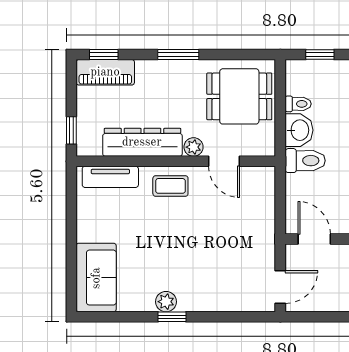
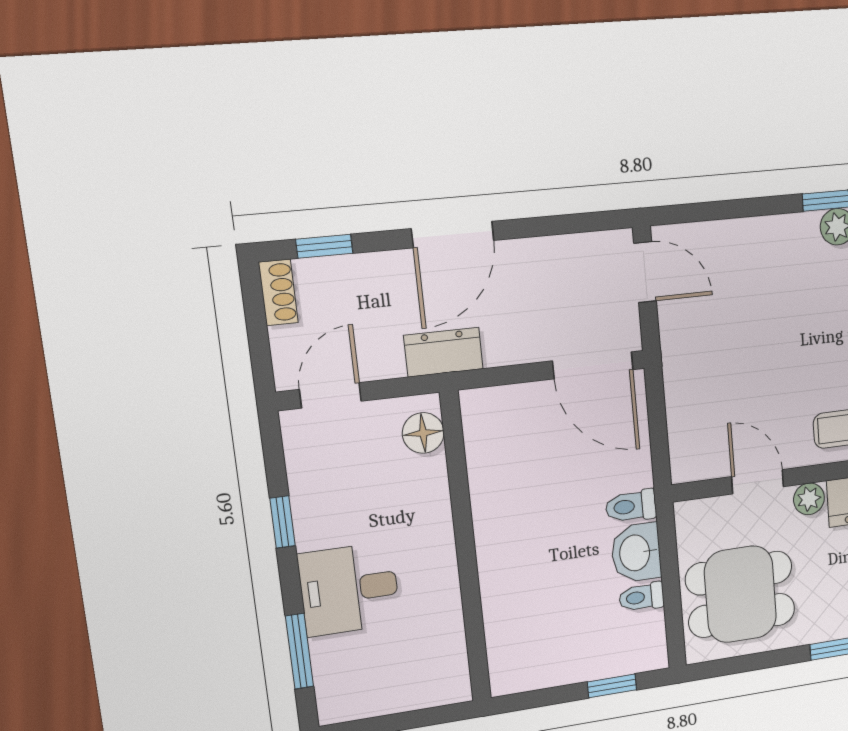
toilet: (305, 161) -> (631, 506), width x0.73, depth x0.72
door: (314, 239) -> (593, 365), width x1.38
door: (280, 287) -> (645, 272), swing flipped

